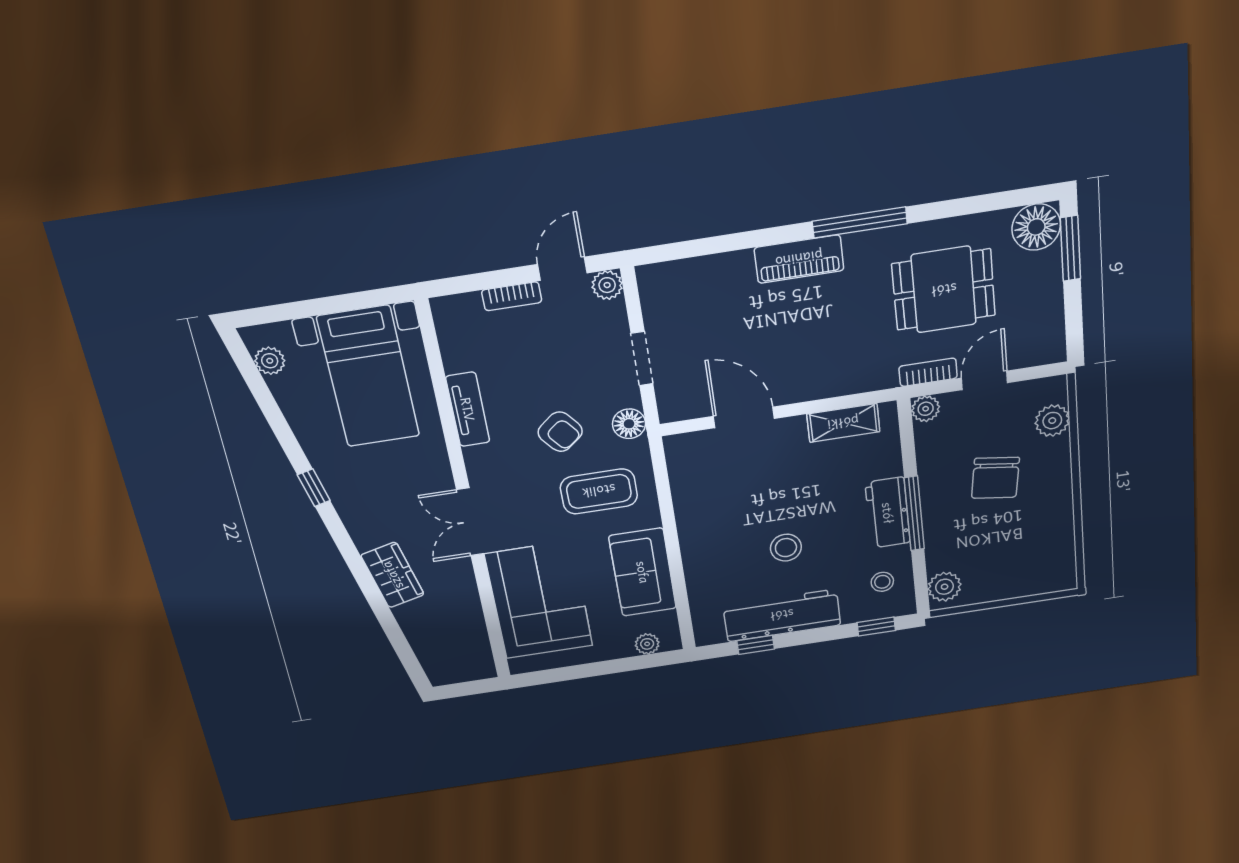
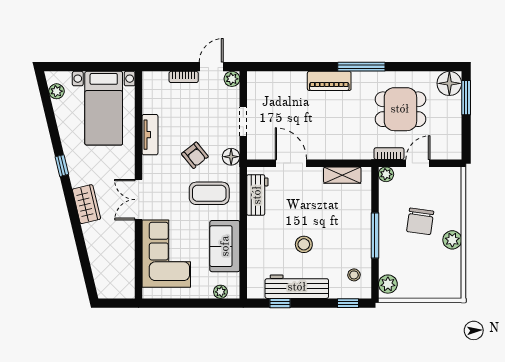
plant: (1052, 421) -> (452, 240), moved
workbench: (888, 513) -> (257, 195), moved, turned 180
wardrobe: (392, 575) -> (86, 204), moved

